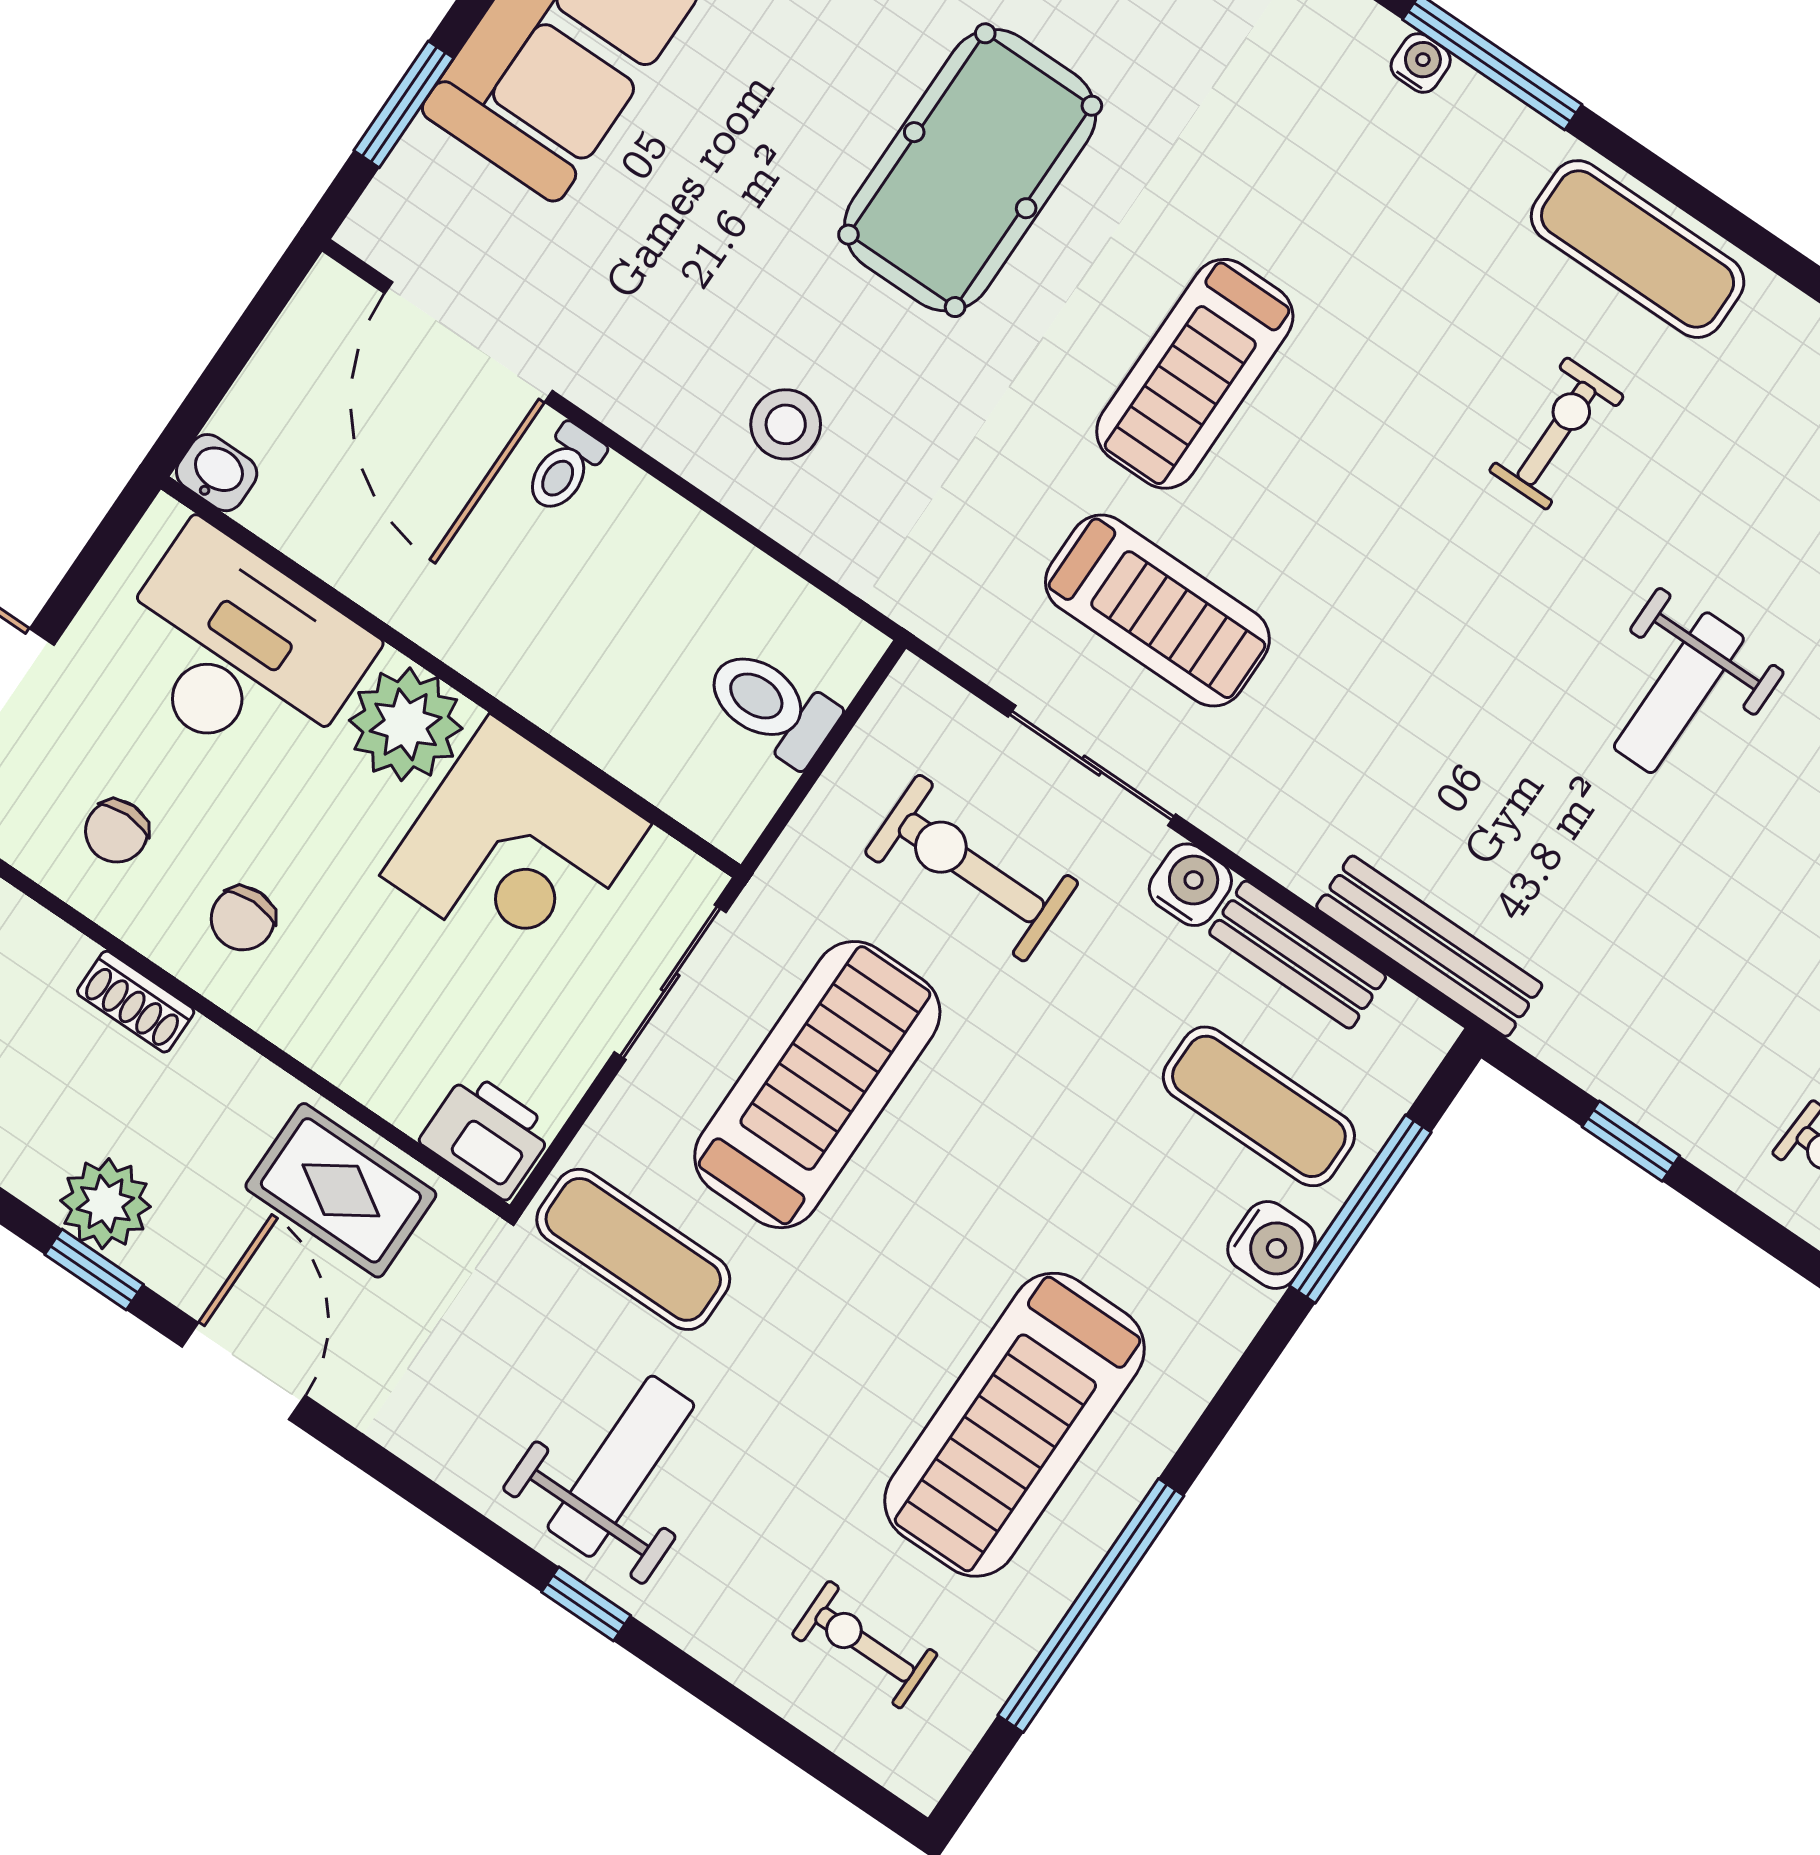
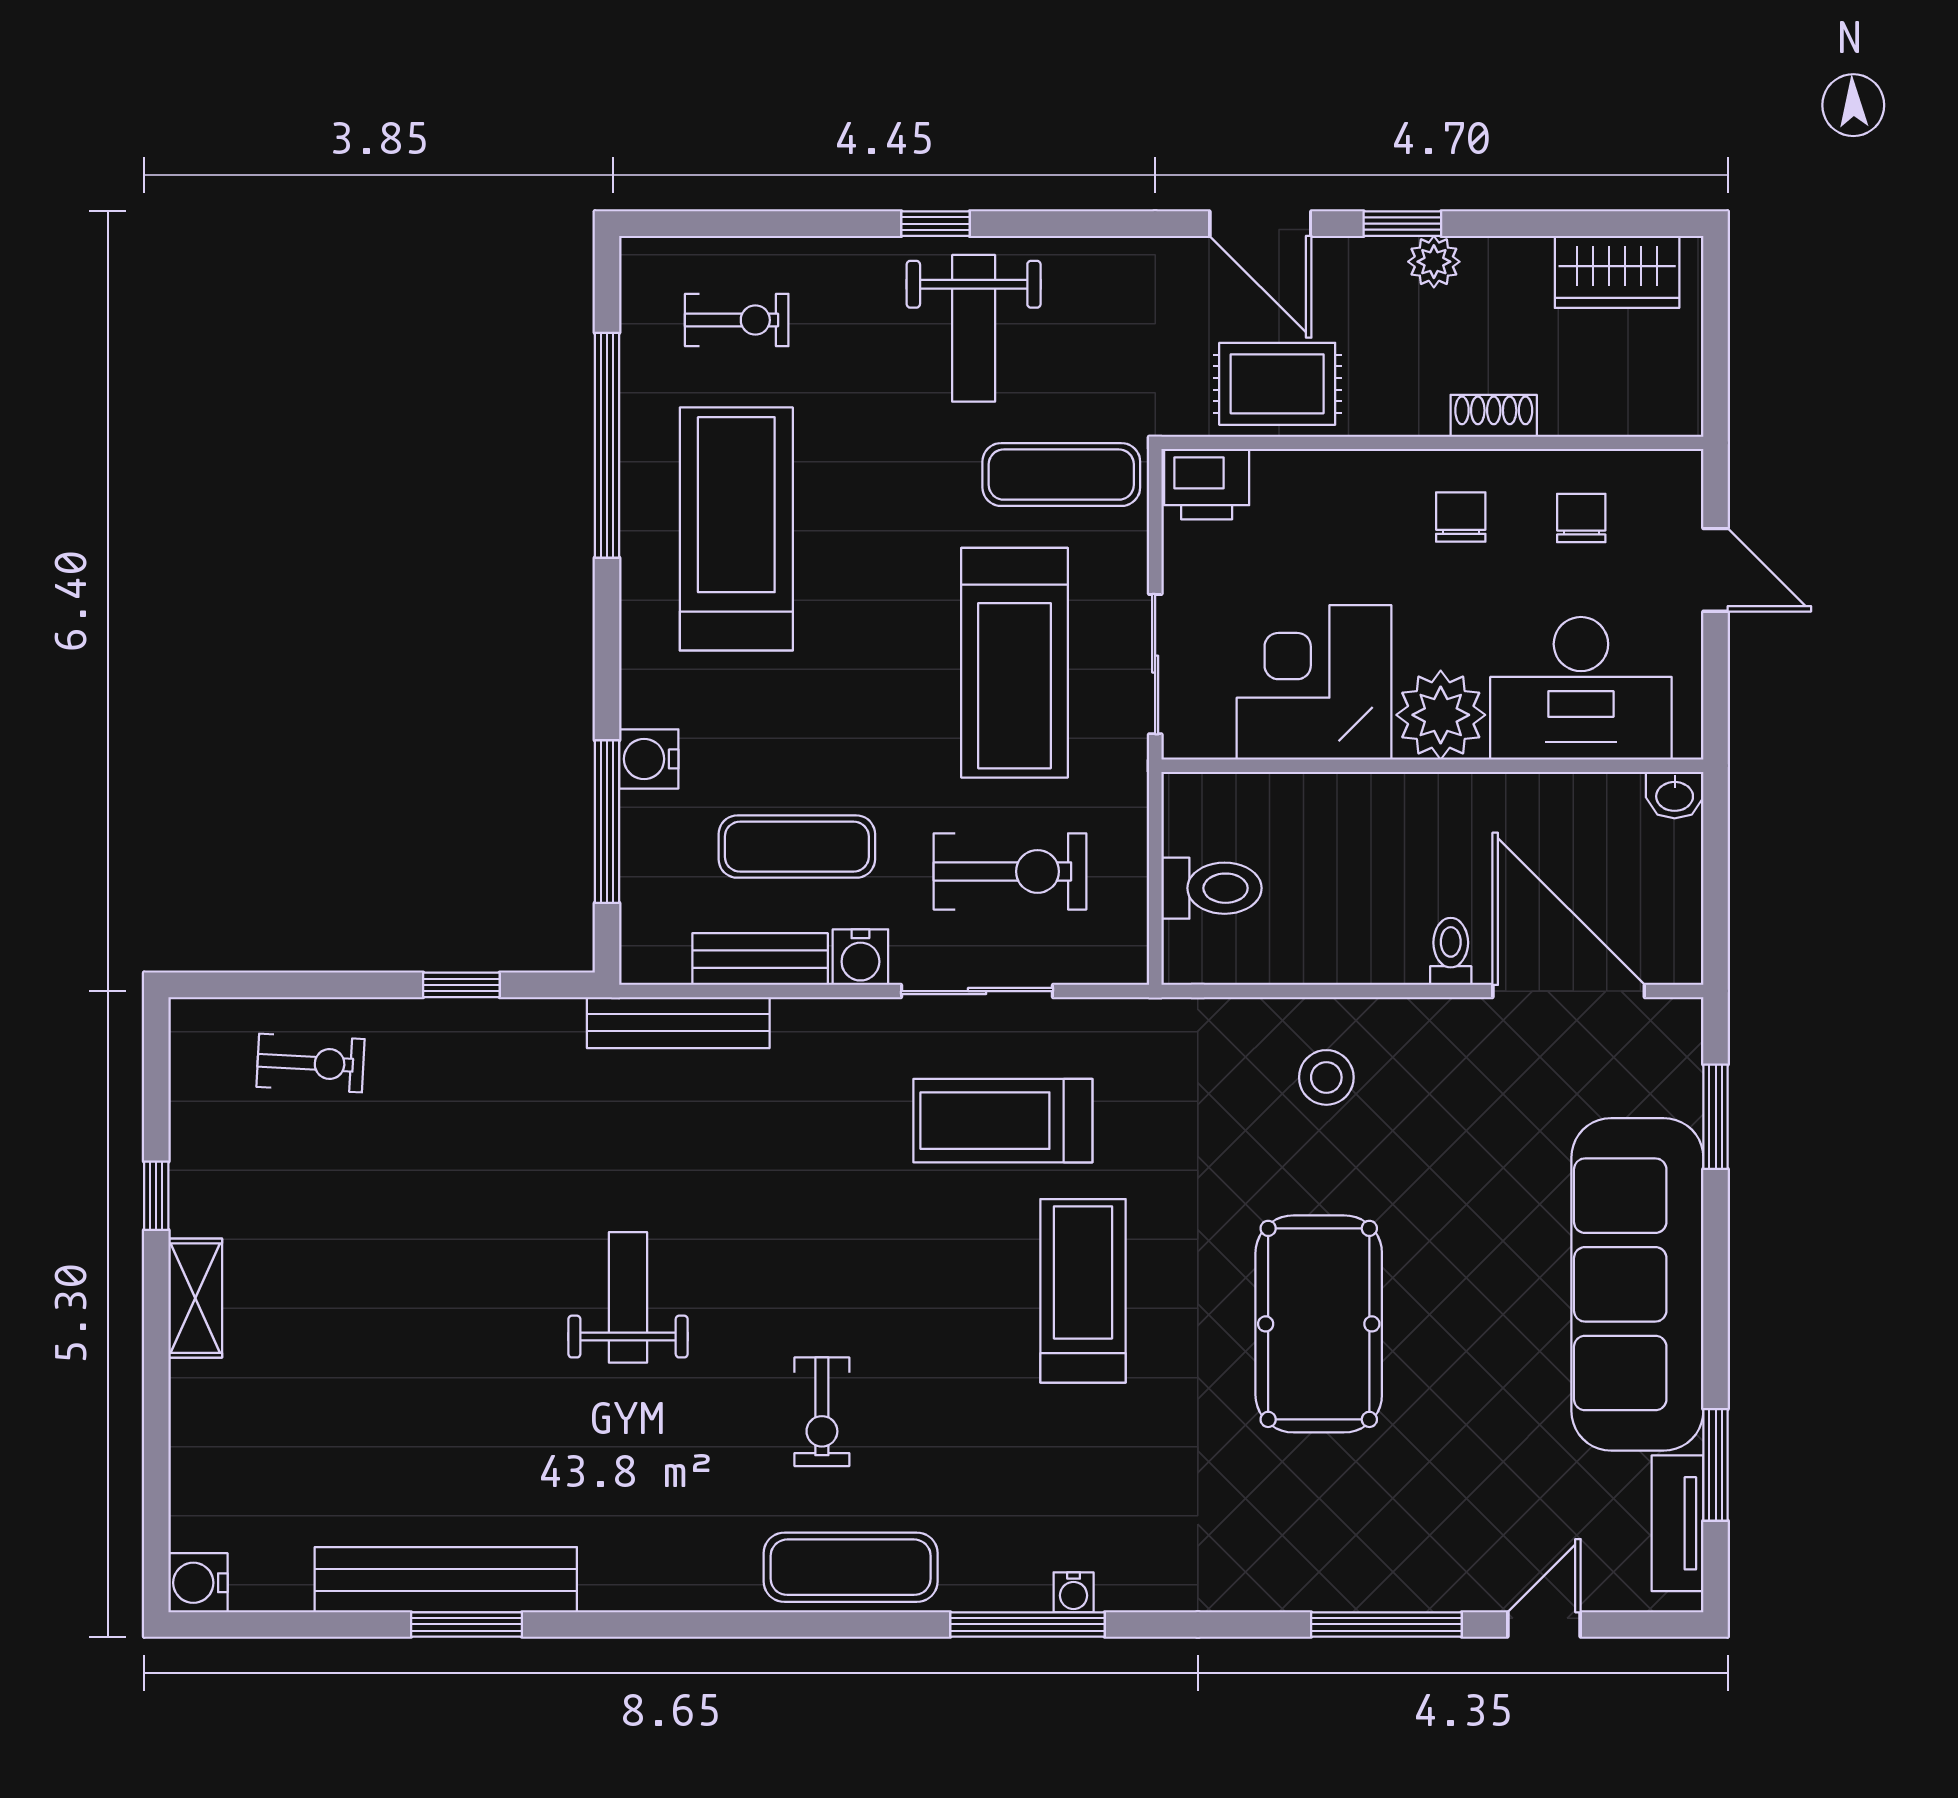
exercise mat: (1259, 1106) -> (797, 847), moved
plant: (105, 1204) -> (1434, 262), width x0.73, depth x0.73

